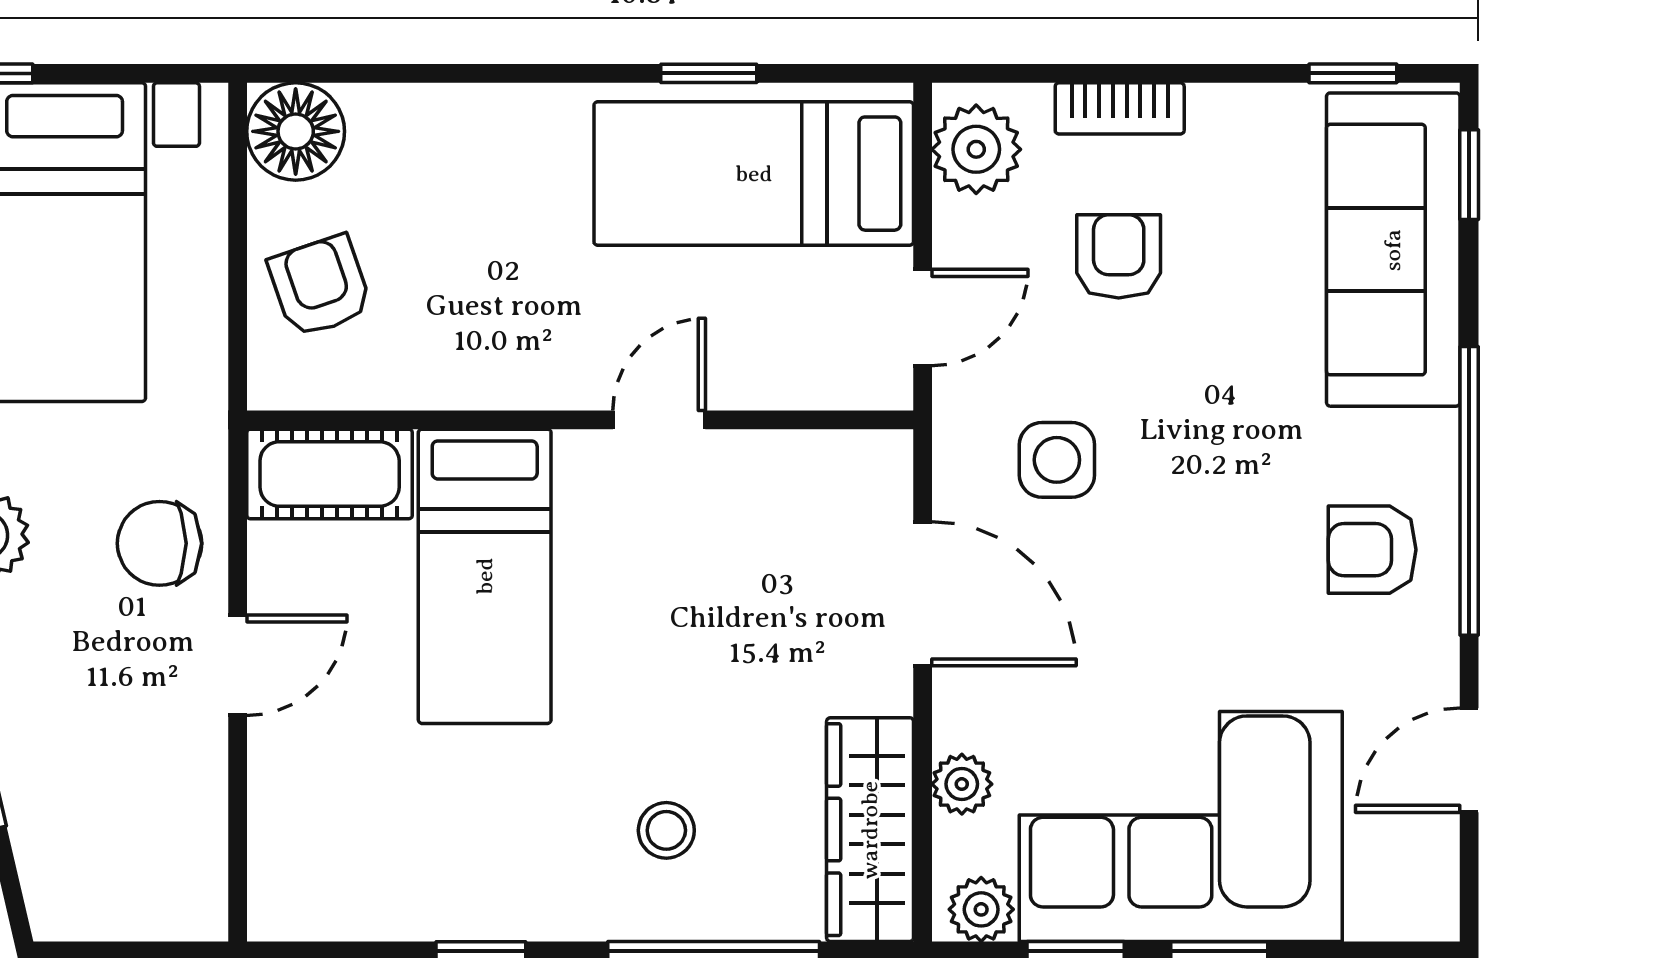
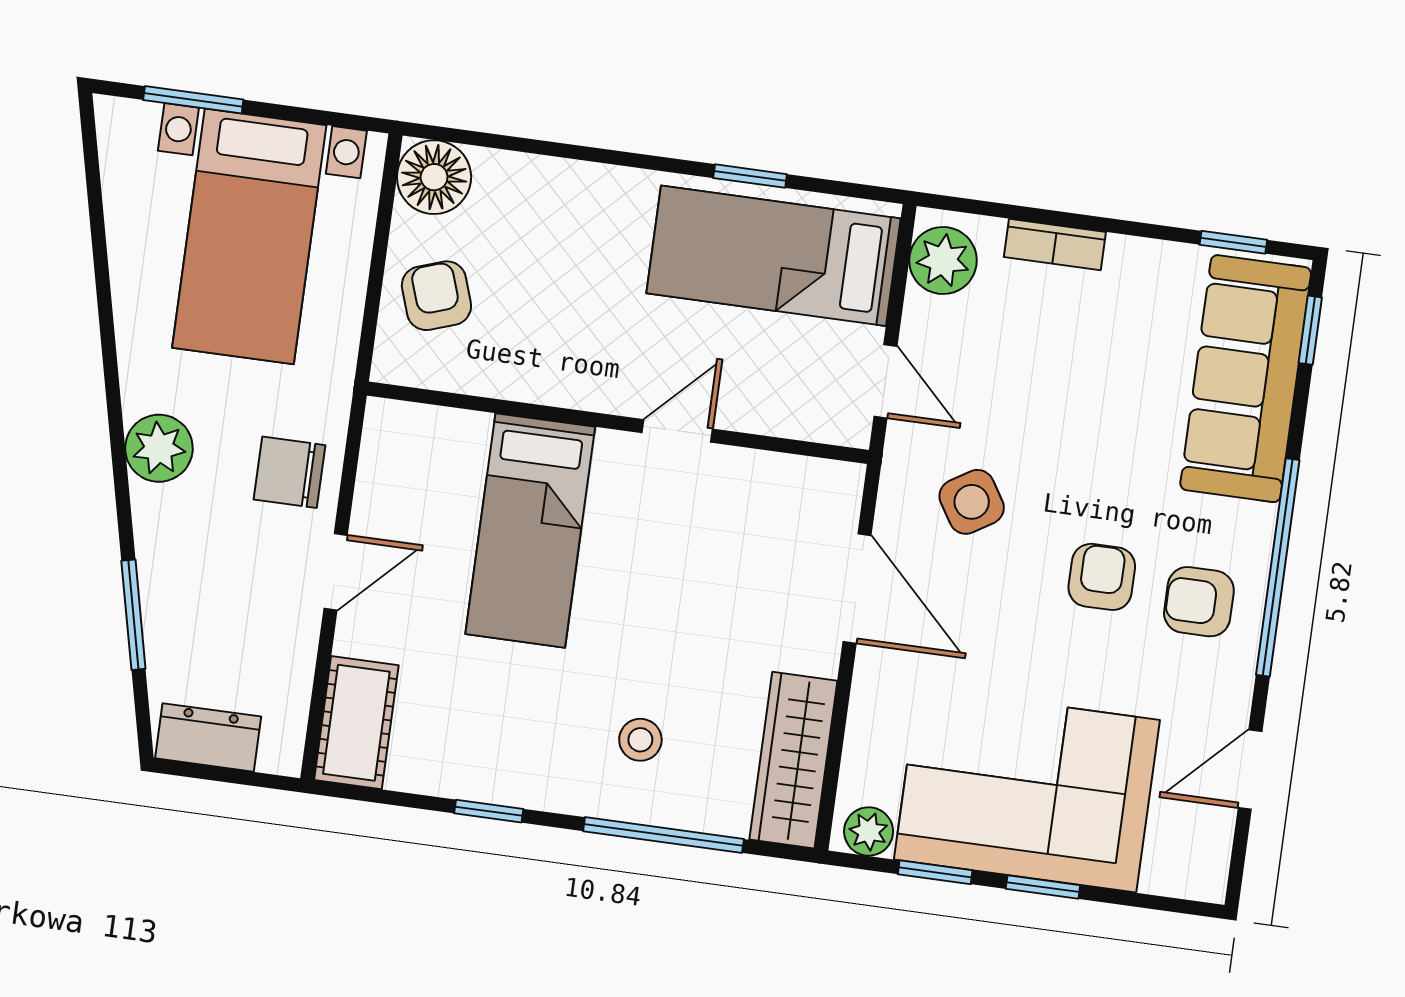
armchair: (1119, 256) -> (1102, 577), moved
door: (923, 318) -> (885, 381), hinge flipped
side table: (1057, 460) -> (972, 502), turned -32
cot: (330, 474) -> (356, 723), moved, turned 90
plant: (962, 784) -> (867, 735), removed
dresser: (101, 905) -> (208, 737), added

